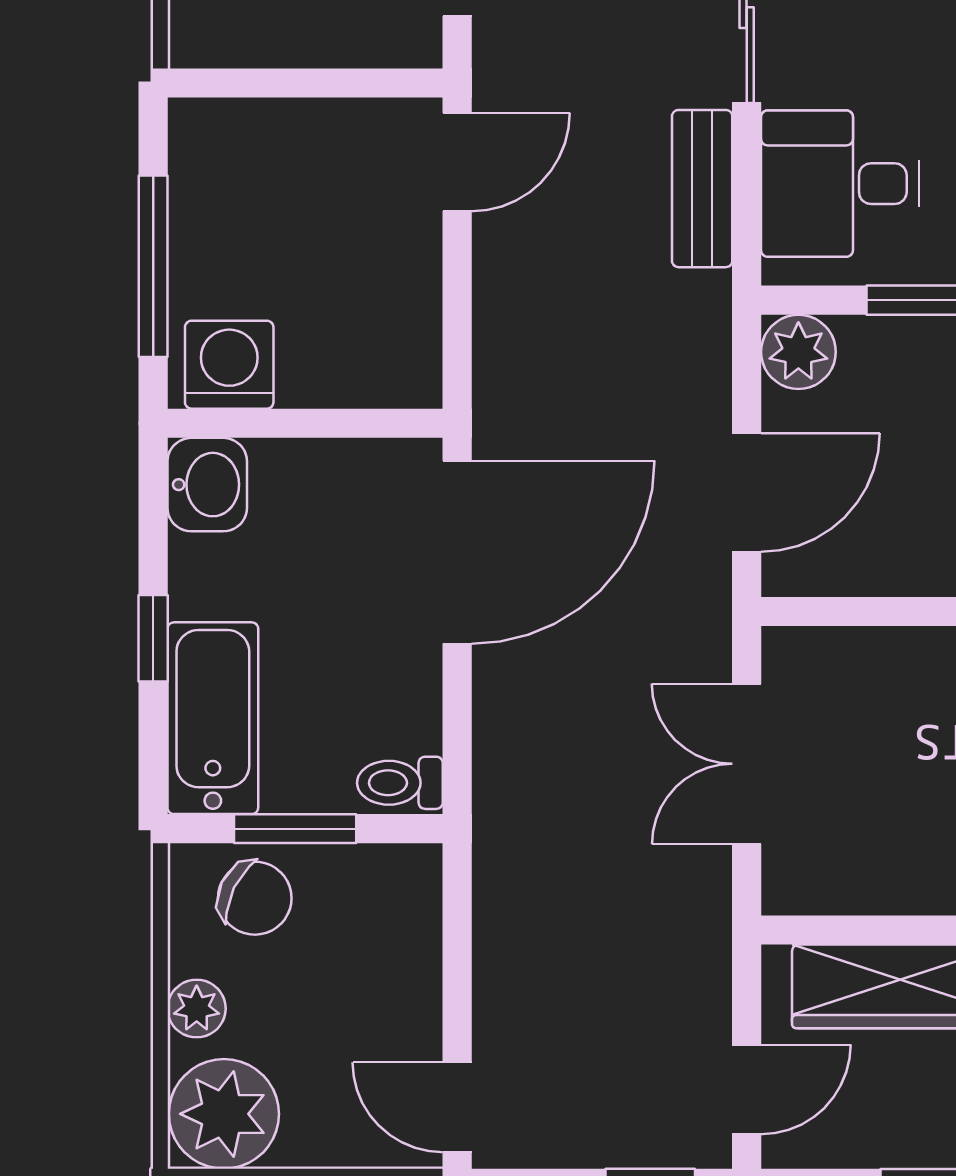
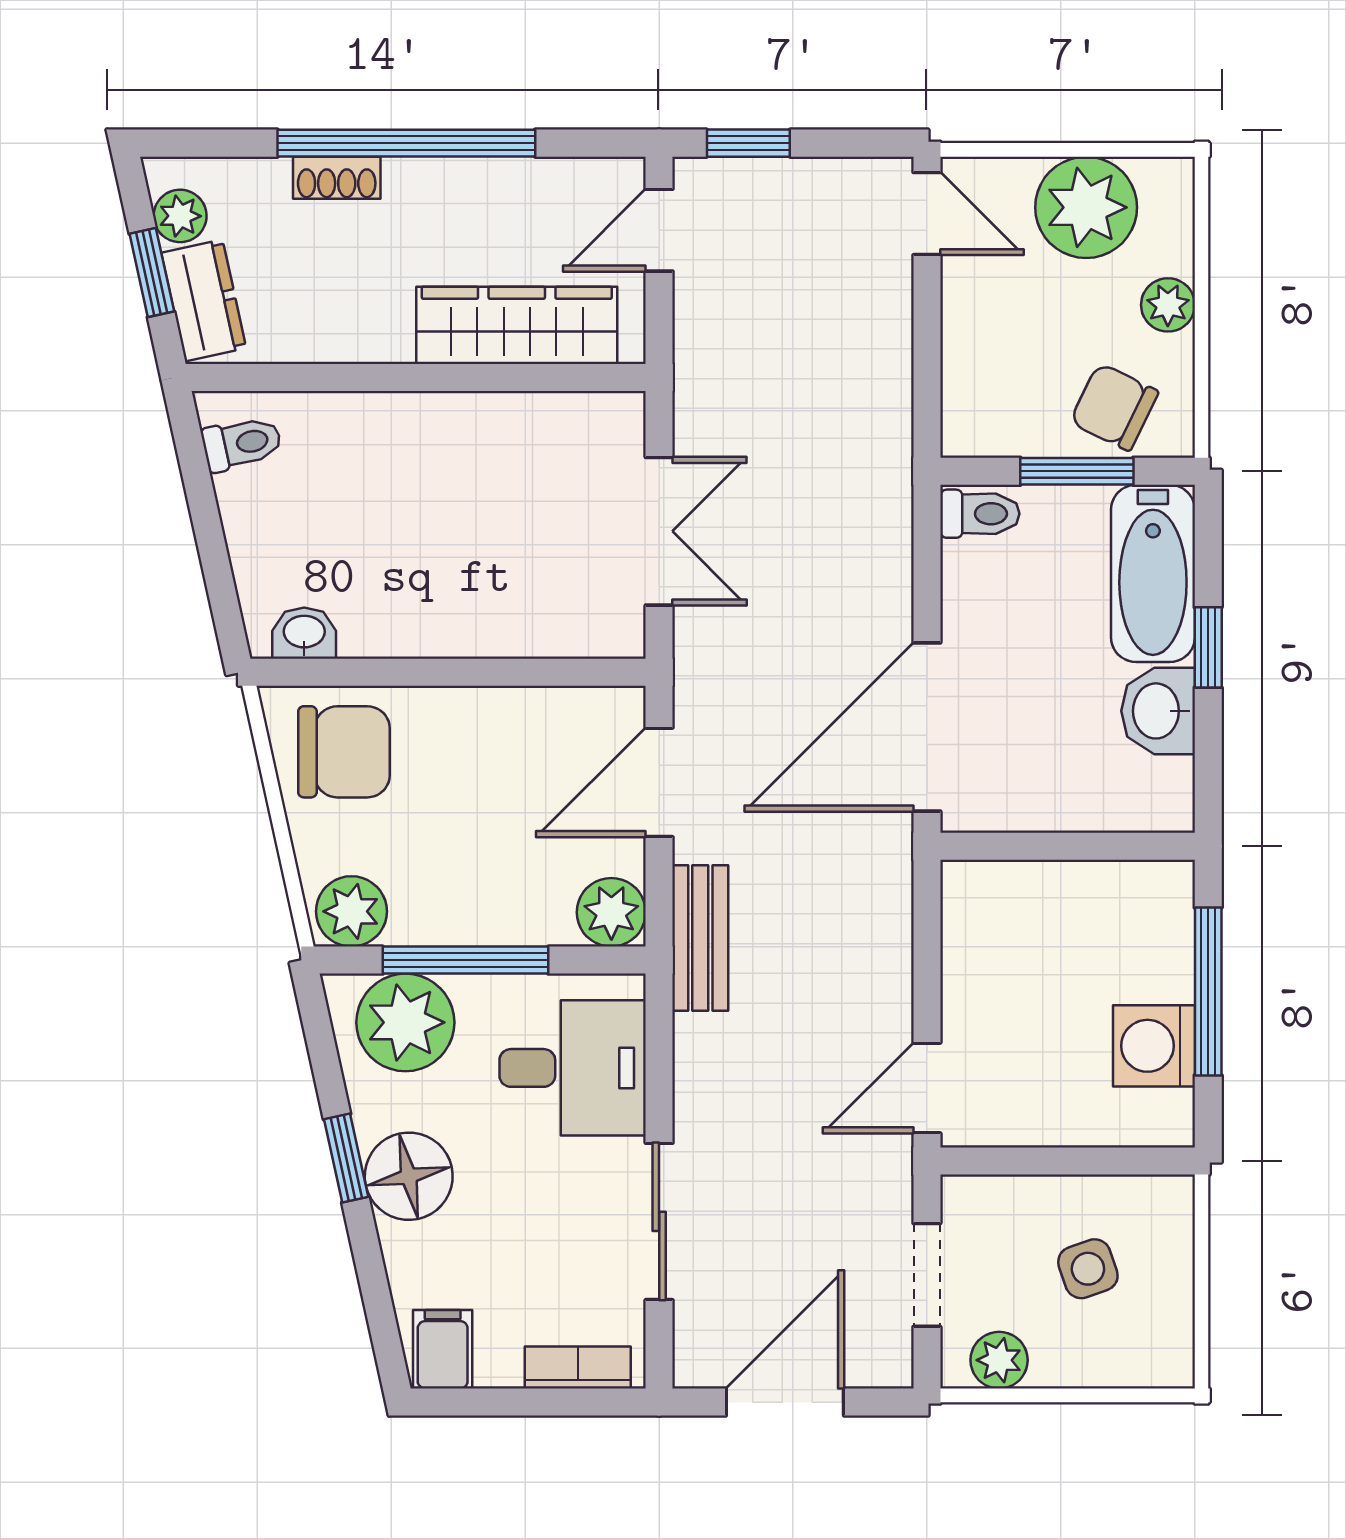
bench: (702, 189) -> (700, 938), moved
washing machine: (229, 365) -> (1154, 1046), moved, turned 90
washbasin: (207, 485) -> (1158, 711), moved
plant: (224, 1114) -> (1086, 207), moved

